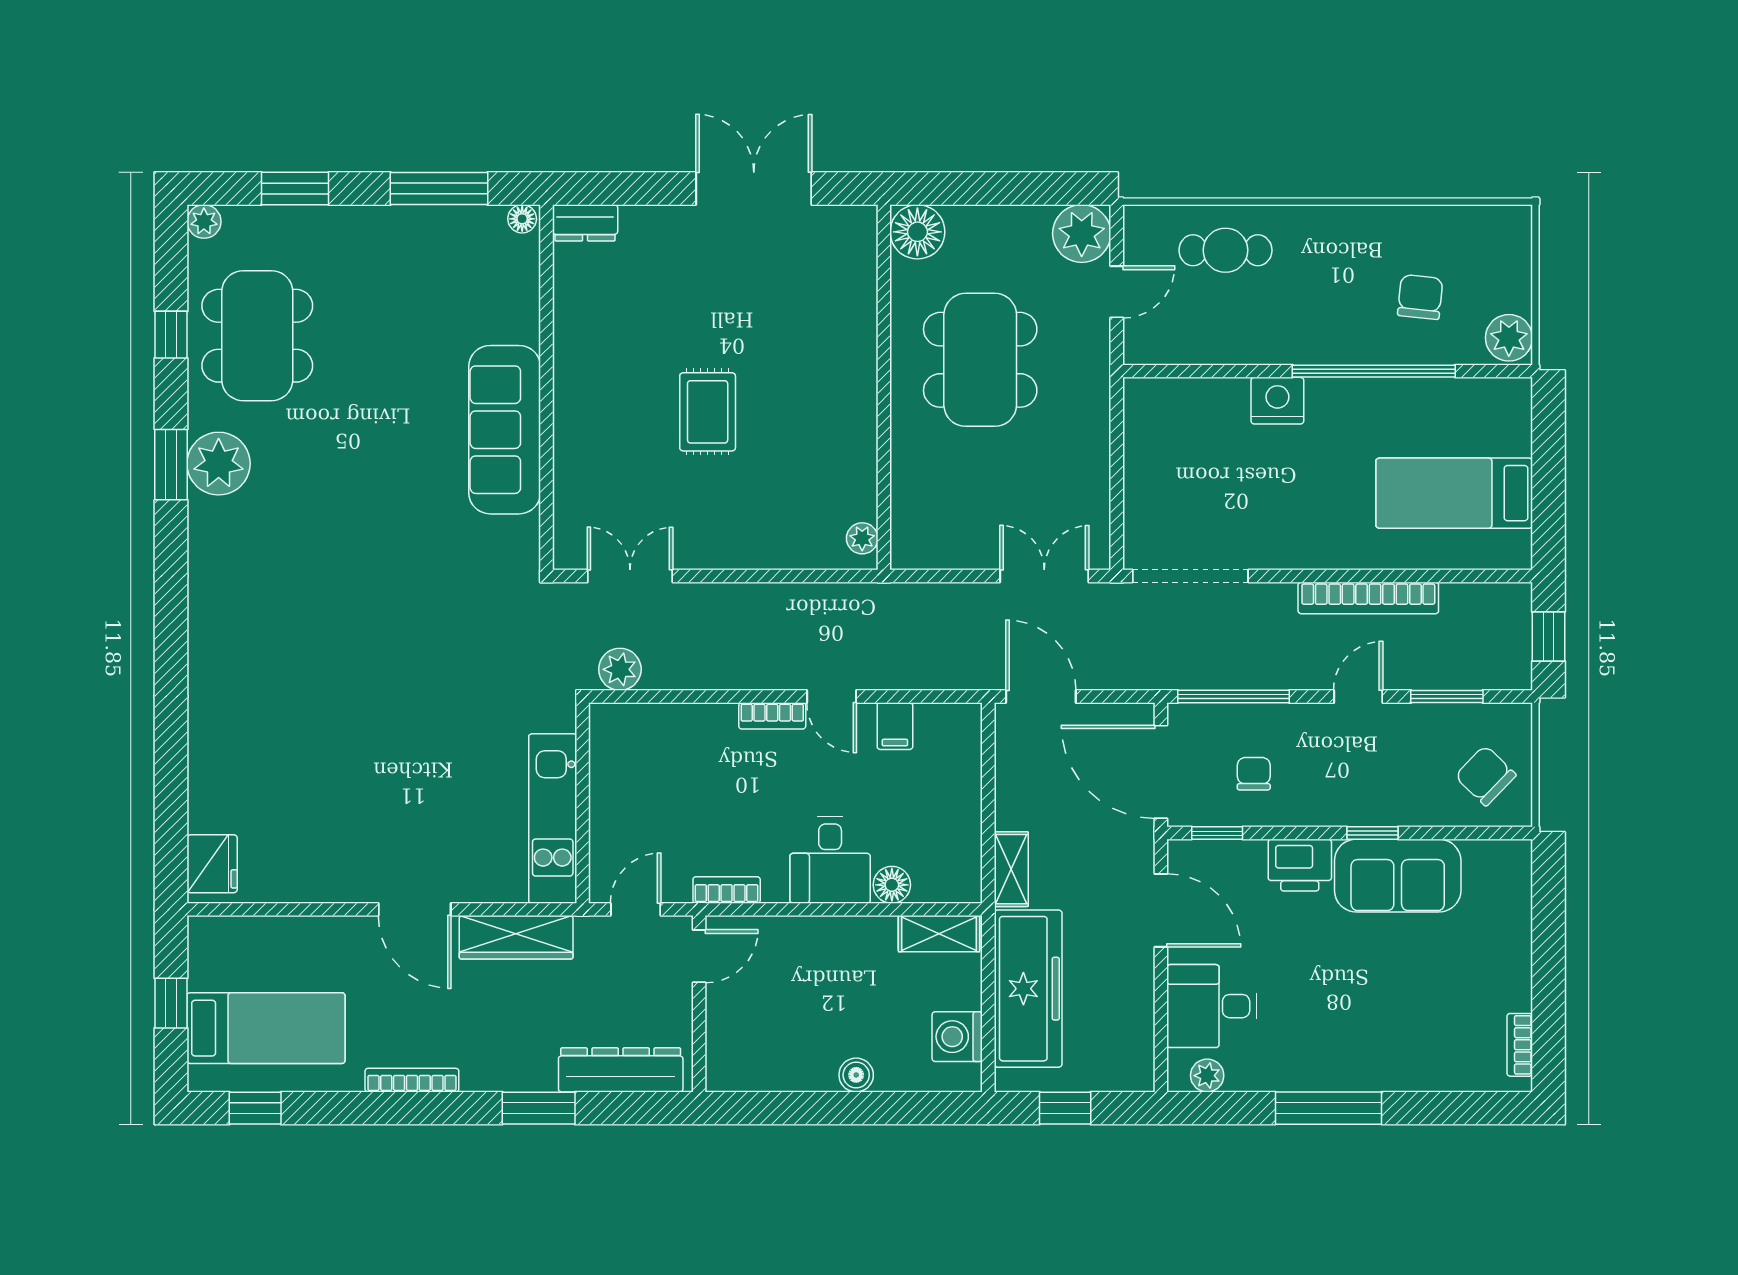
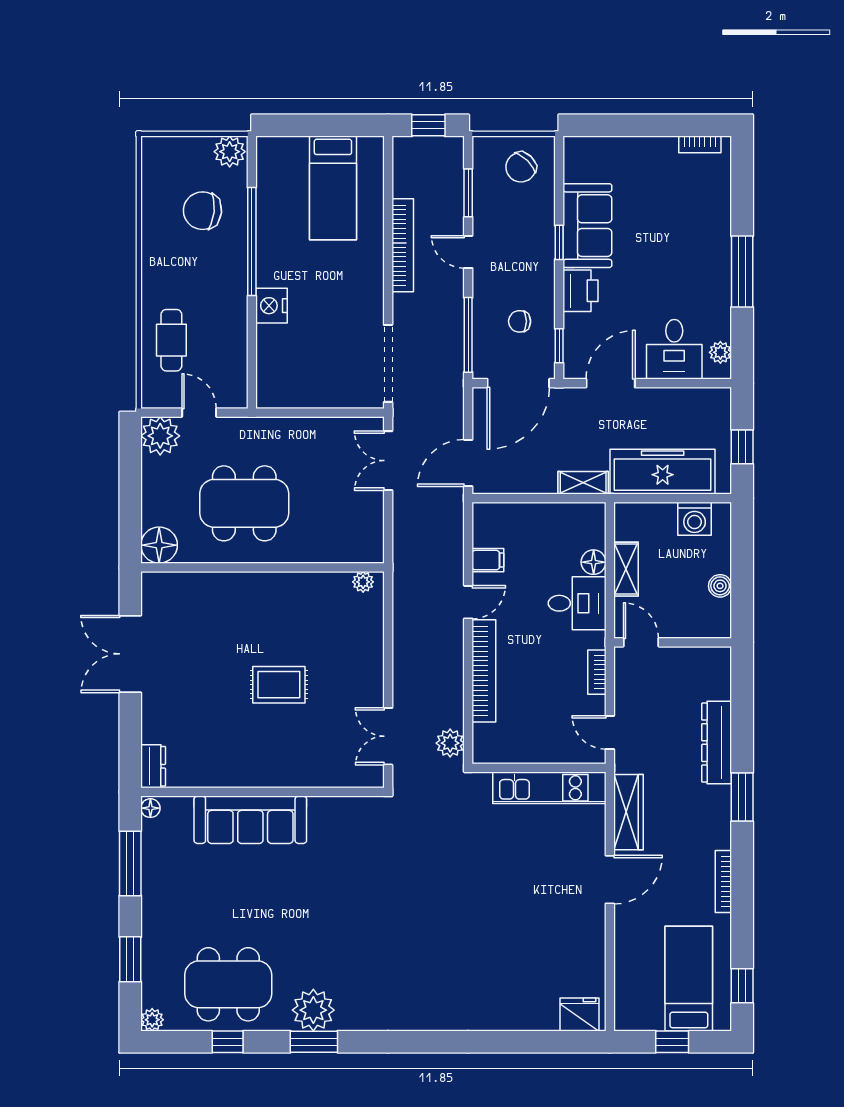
chair: (1420, 297) -> (202, 211), width x1.37, depth x1.37
sofa: (505, 430) -> (250, 820), moved
bookcase: (772, 716) -> (484, 671), width x2.31, depth x1.31
shelving: (939, 934) -> (626, 569), moved
door: (699, 956) -> (641, 642), moved
wall: (699, 1004) -> (673, 642), moved

